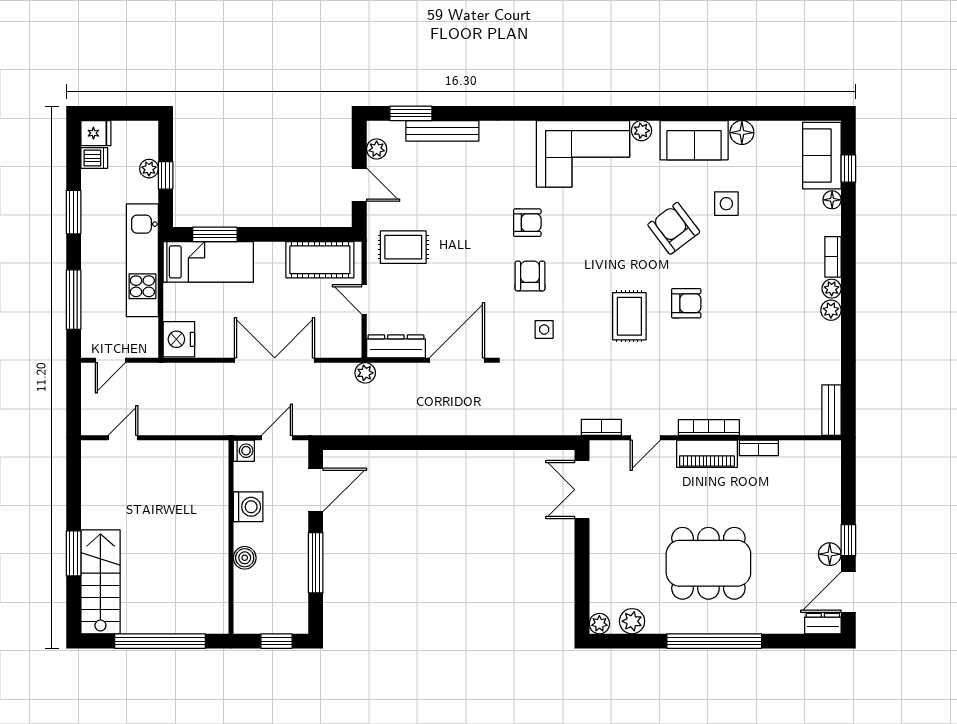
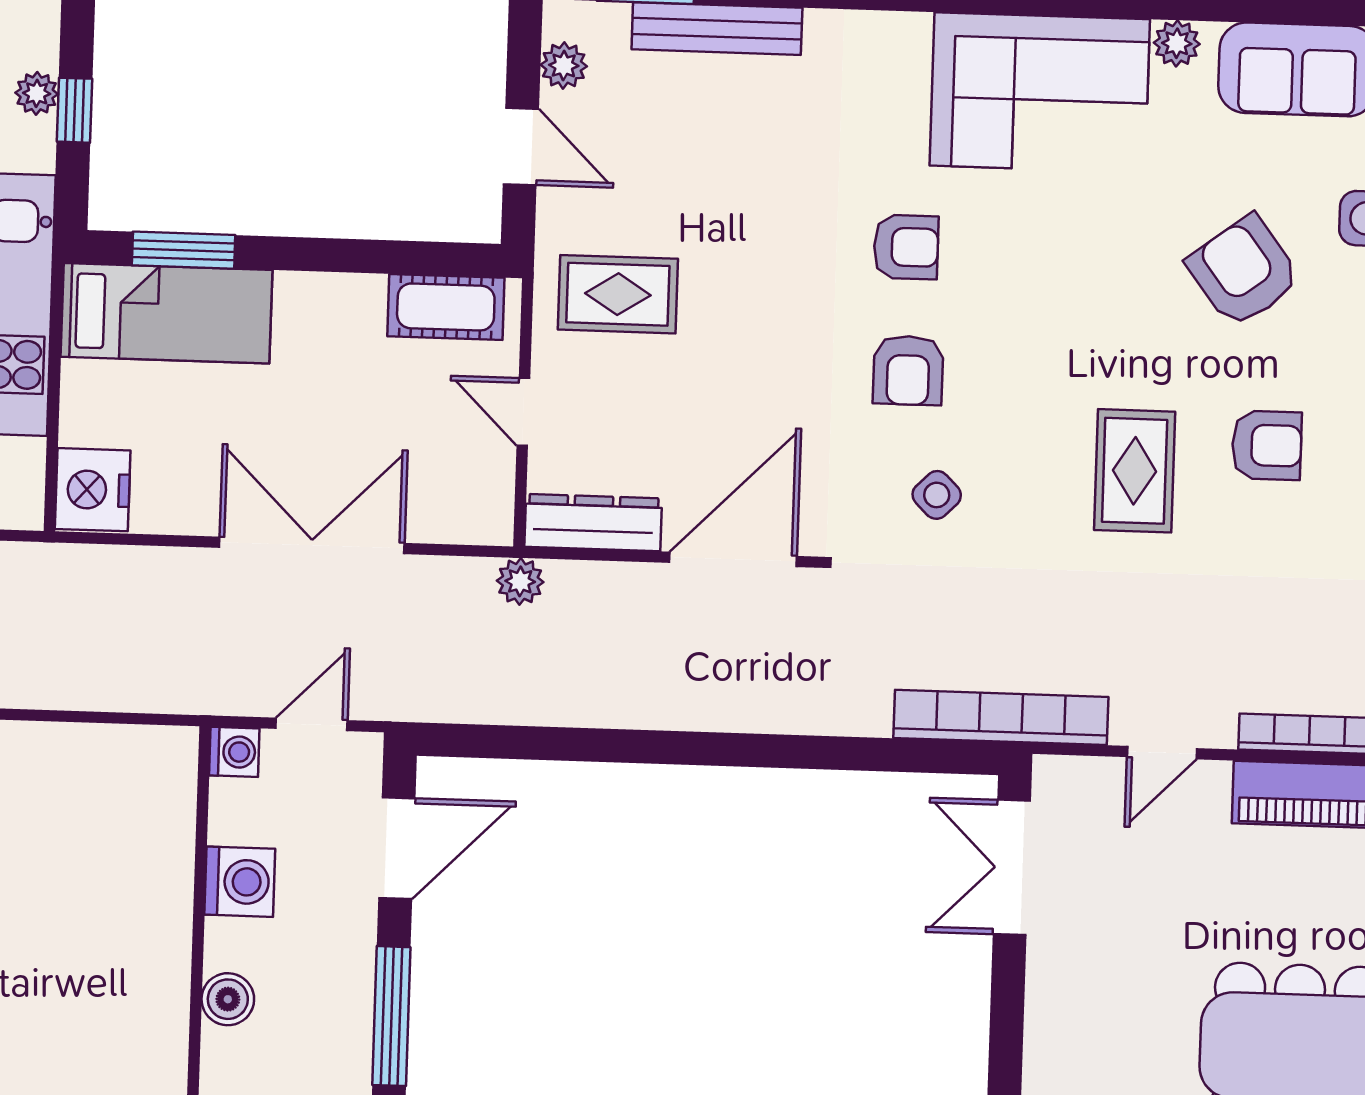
cot: (320, 260) -> (446, 307), width x0.73, depth x0.75
armchair: (530, 276) -> (908, 370), turned 180
side table: (544, 329) -> (937, 495), turned 45
bookcase: (601, 427) -> (1001, 717), width x2.31, depth x1.31

